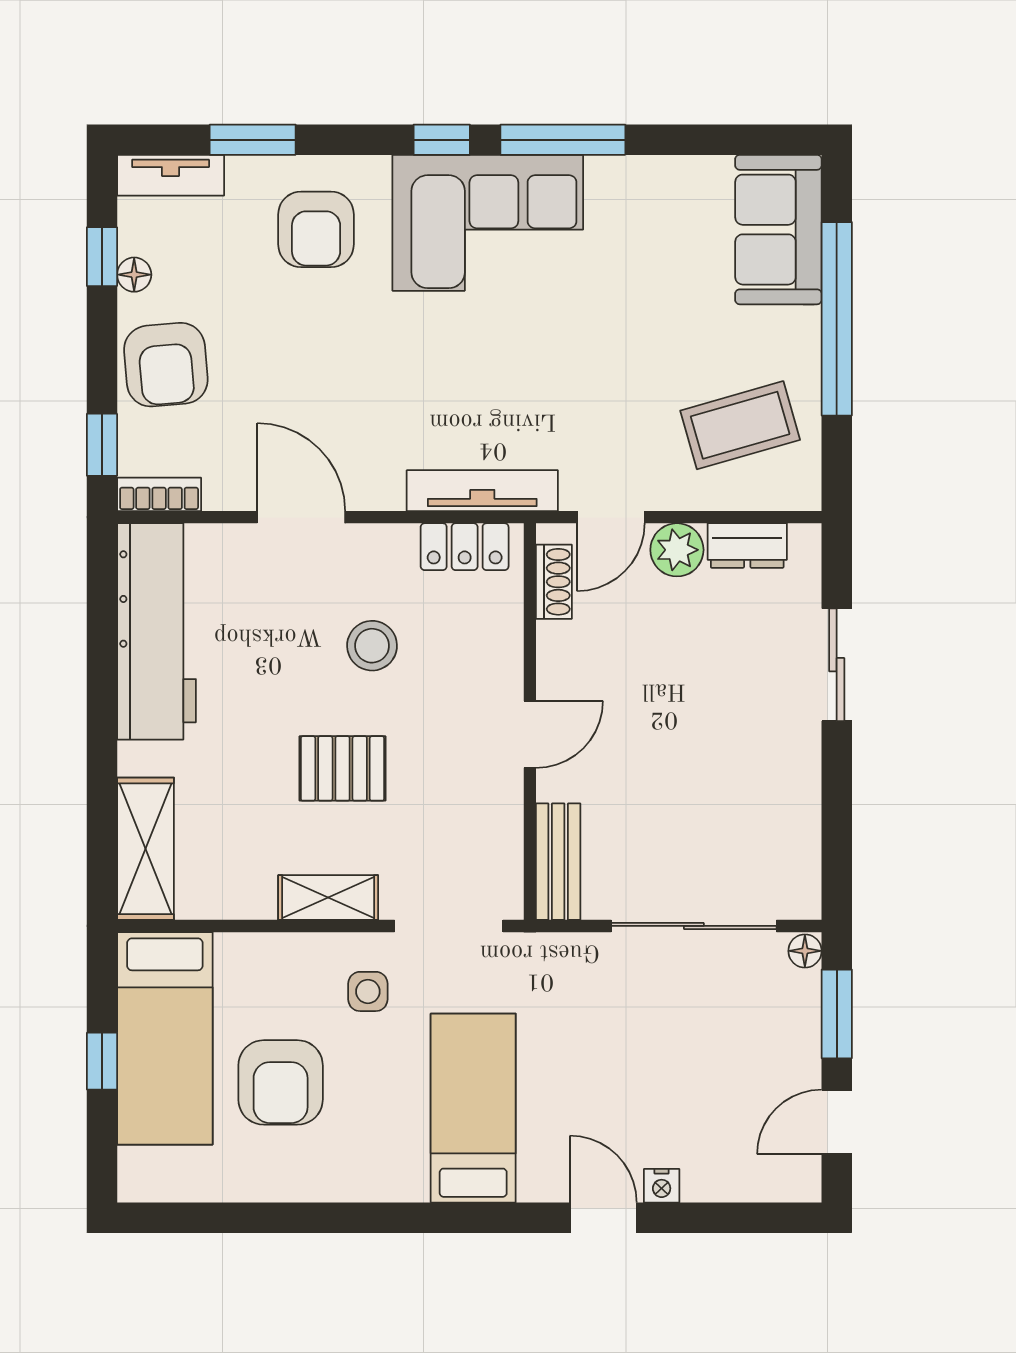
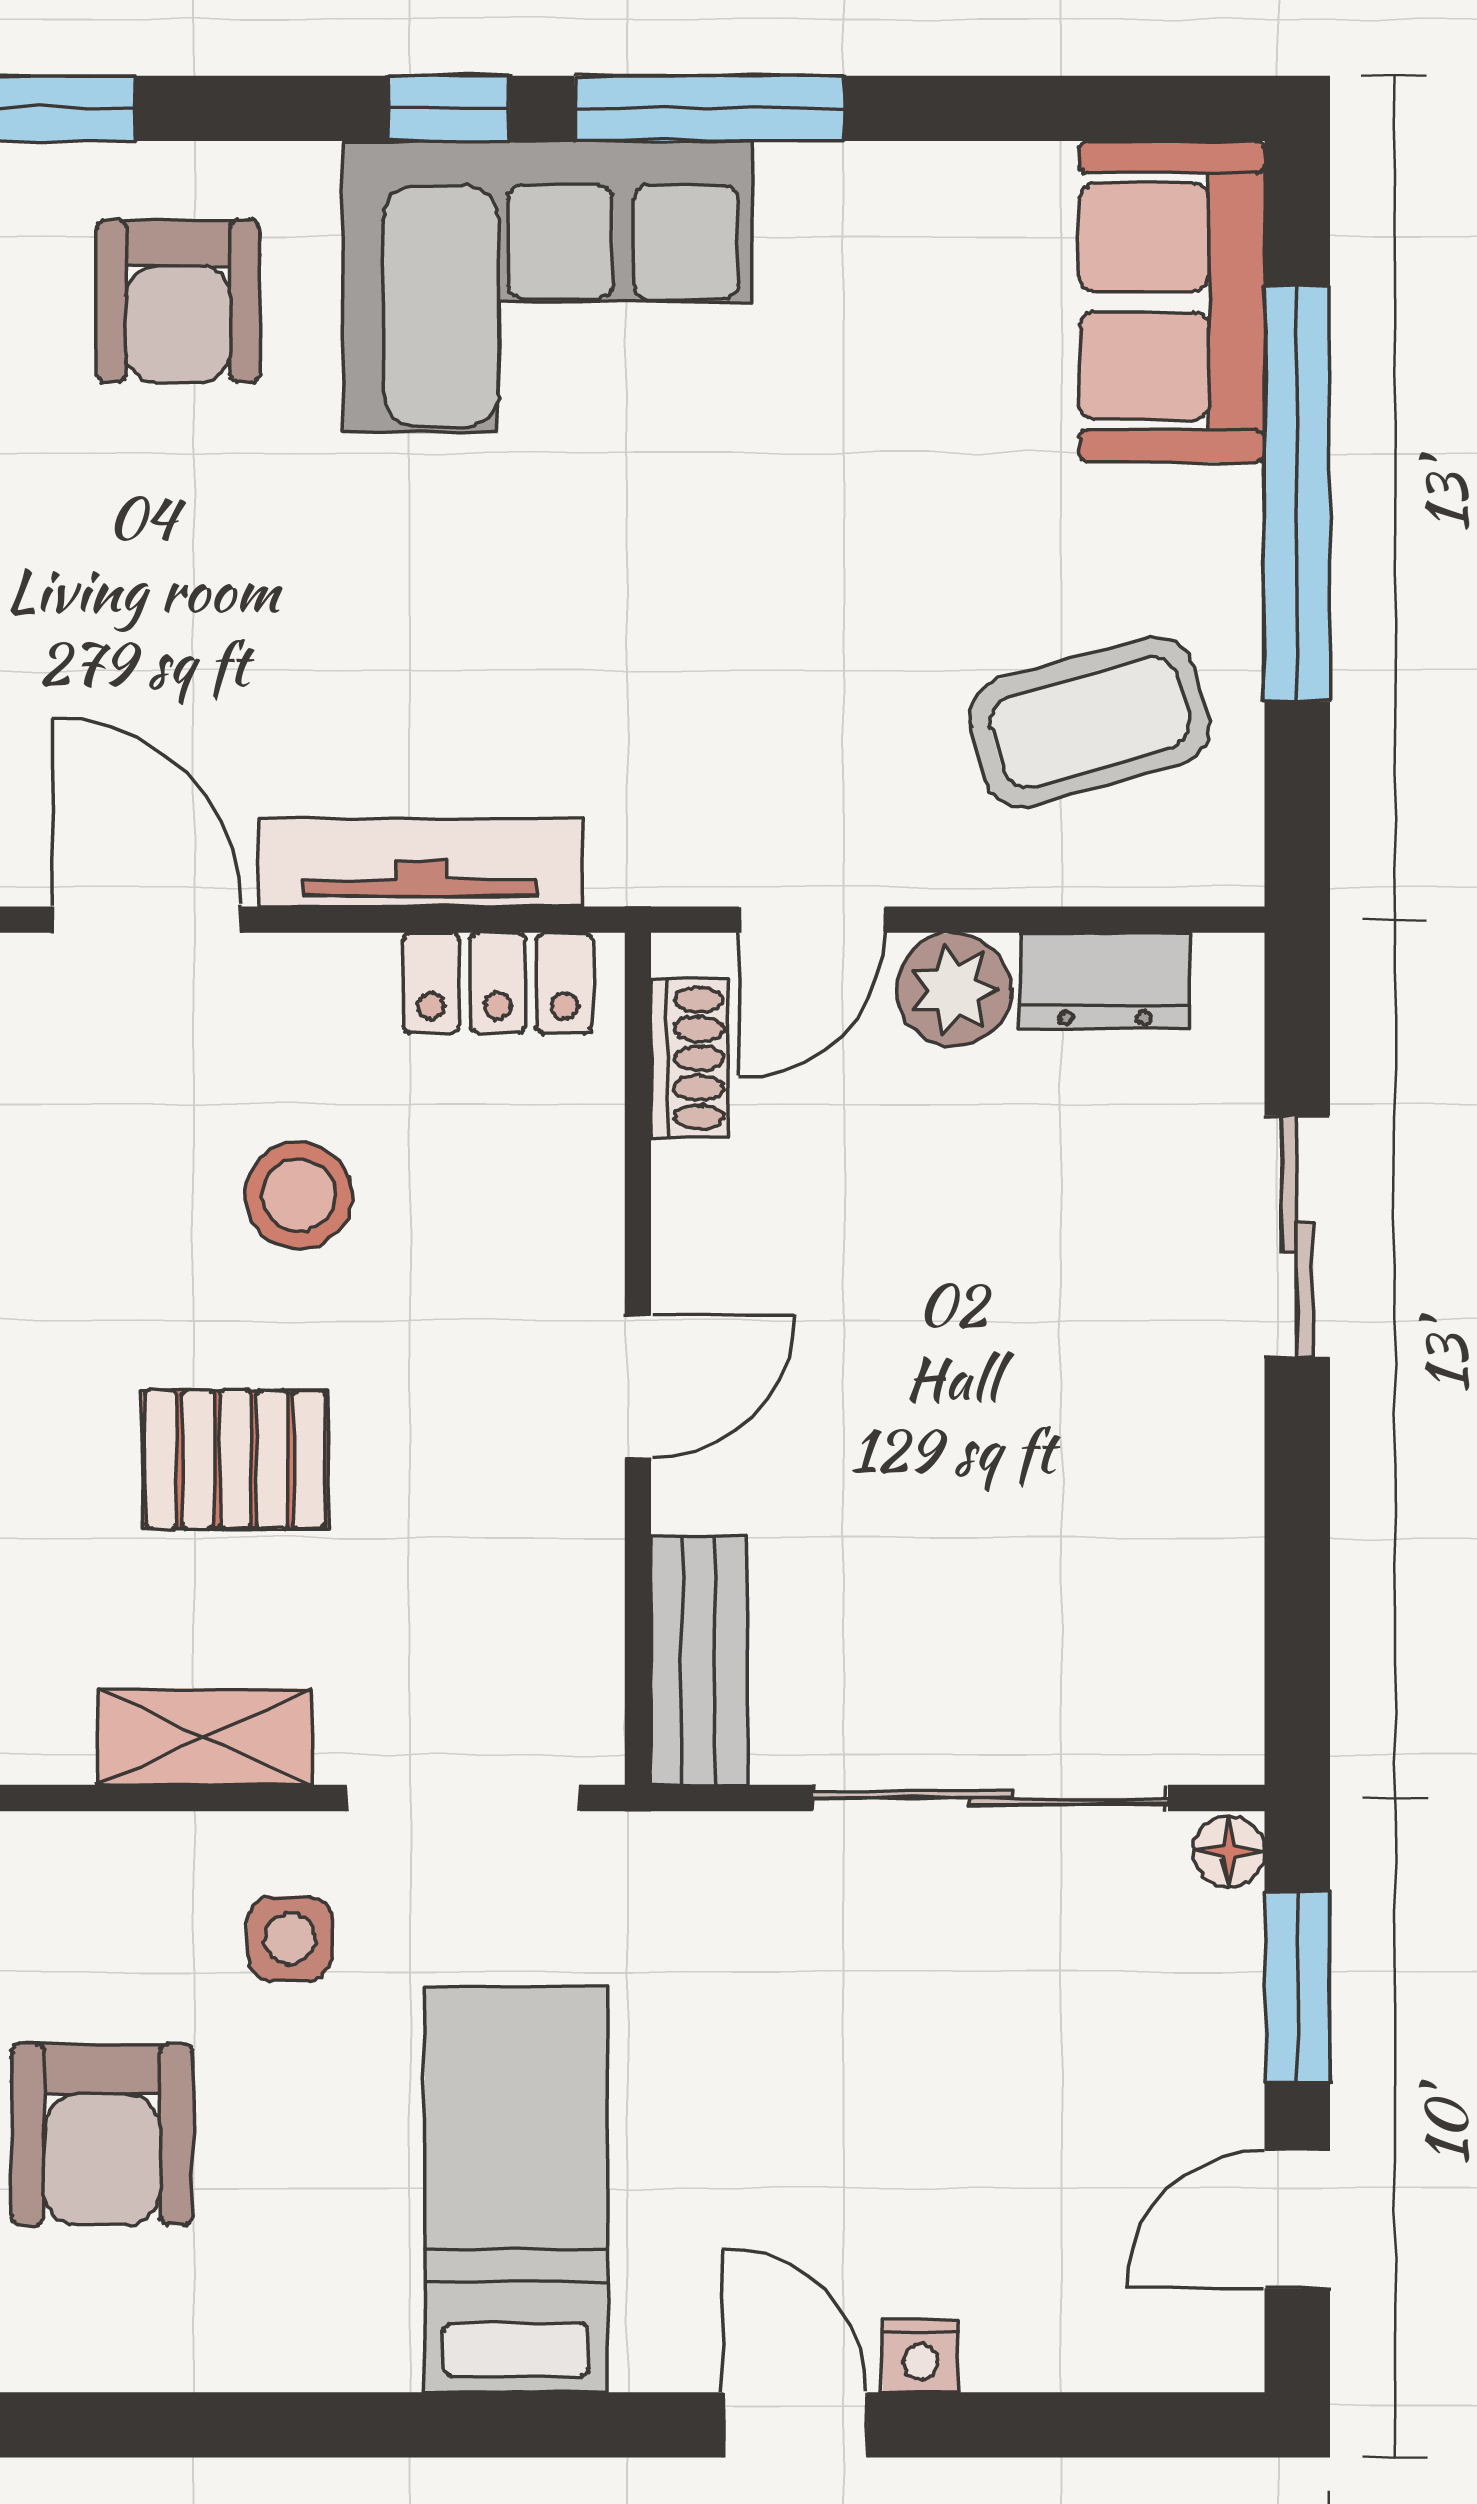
tv unit: (482, 491) -> (421, 863), moved

